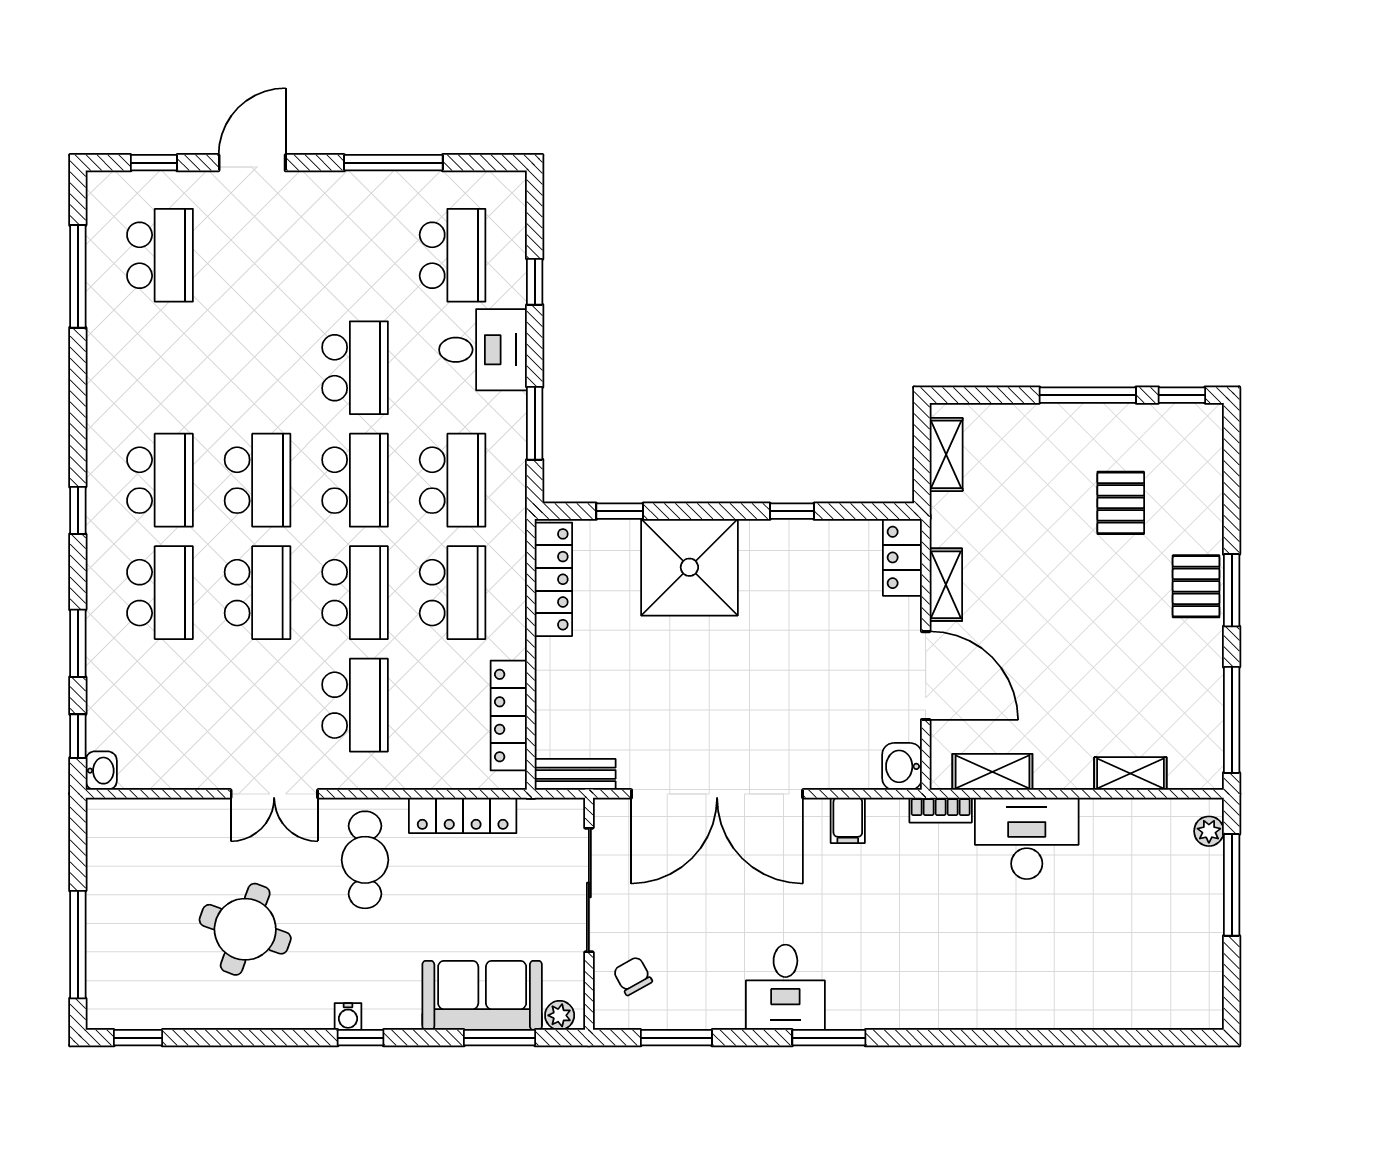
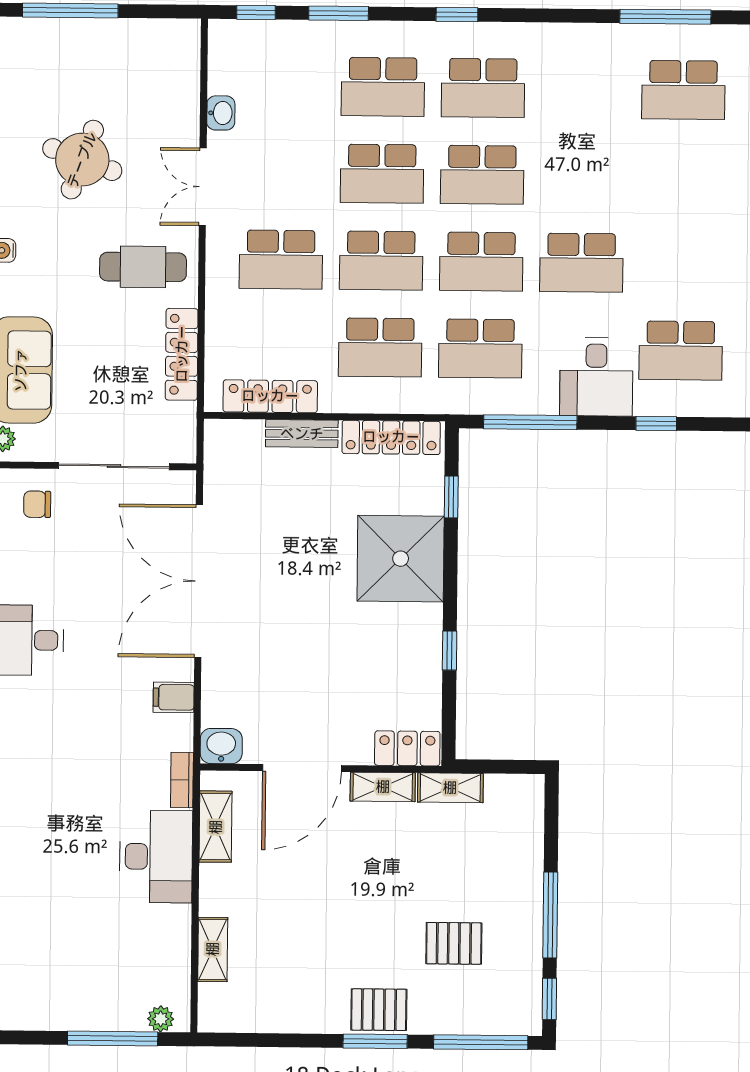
window: (535, 423) -> (530, 422), width x1.44
shelving: (946, 454) -> (450, 788), moved
window: (1232, 720) -> (481, 1042), moved
washbasin: (101, 771) -> (221, 113), moved, turned -90
bench: (575, 774) -> (302, 434), moved, turned 90
chair: (633, 976) -> (37, 504), turned -151

